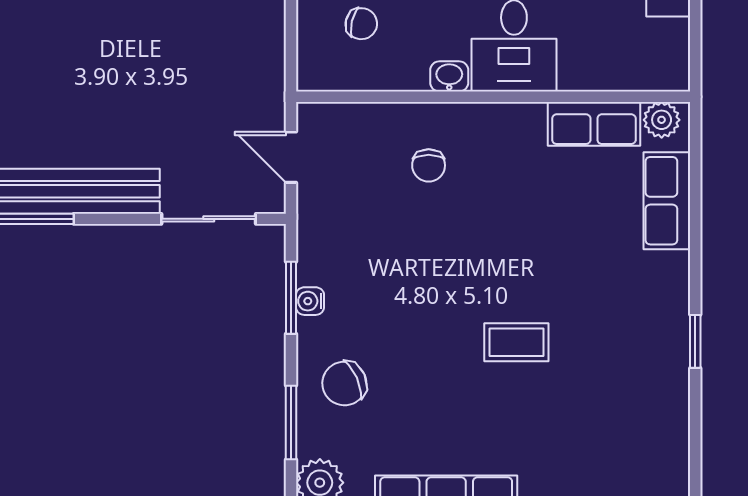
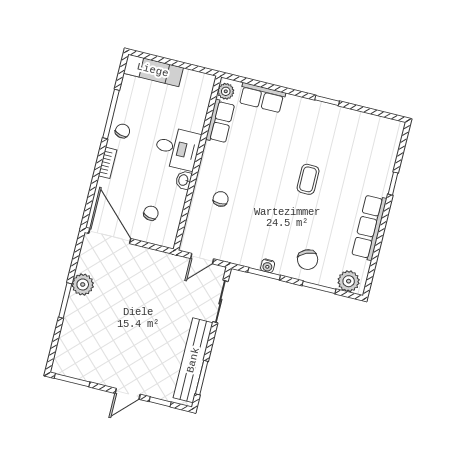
chair: (429, 165) -> (221, 199), turned -90

